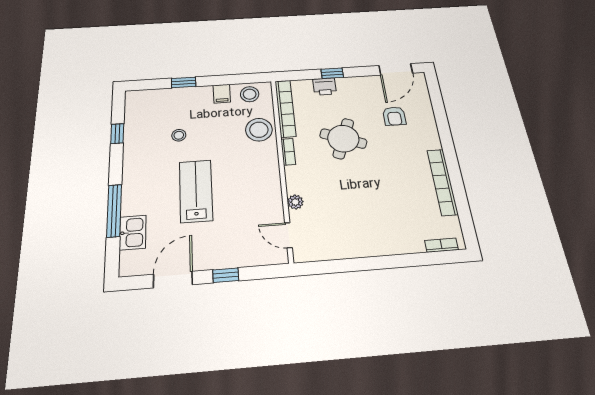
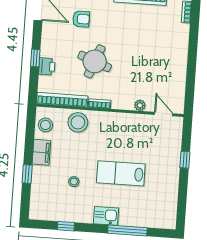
filing cabinet: (222, 94) -> (41, 152), width x2.00
kitchen sink: (133, 232) -> (106, 216), moved
door: (289, 235) -> (164, 114), swing flipped
door: (173, 279) -> (182, 194), removed

